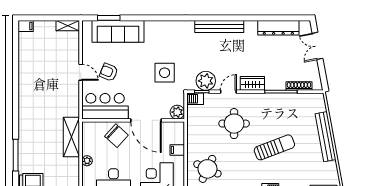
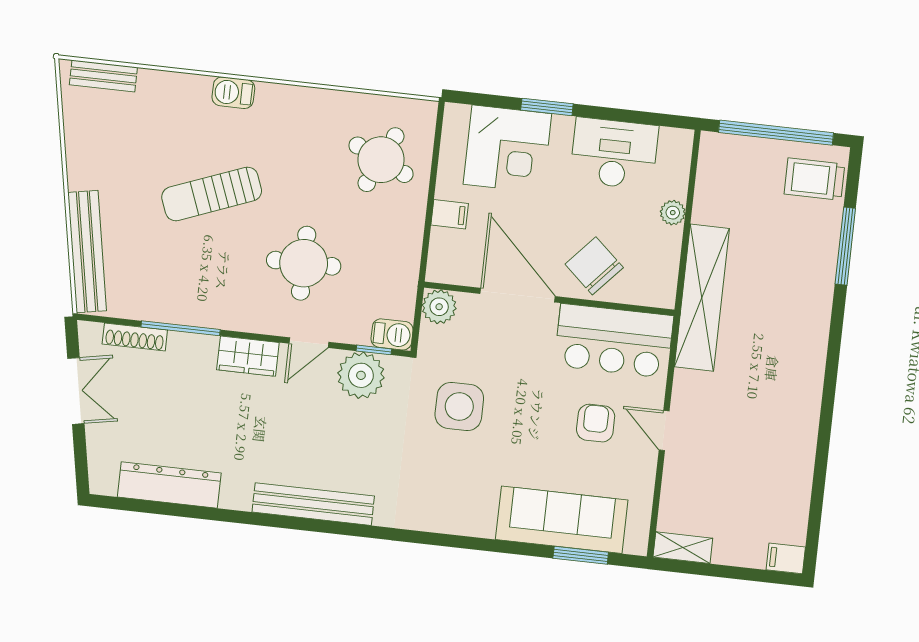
double door: (317, 46) -> (76, 391), moved
armchair: (109, 72) -> (596, 423), turned -112
shelving: (71, 137) -> (702, 298), width x1.47
bench: (326, 137) -> (87, 252), moved

